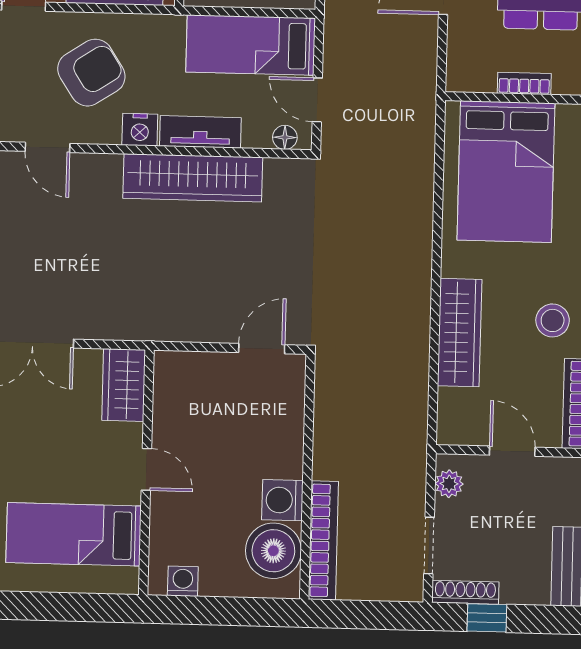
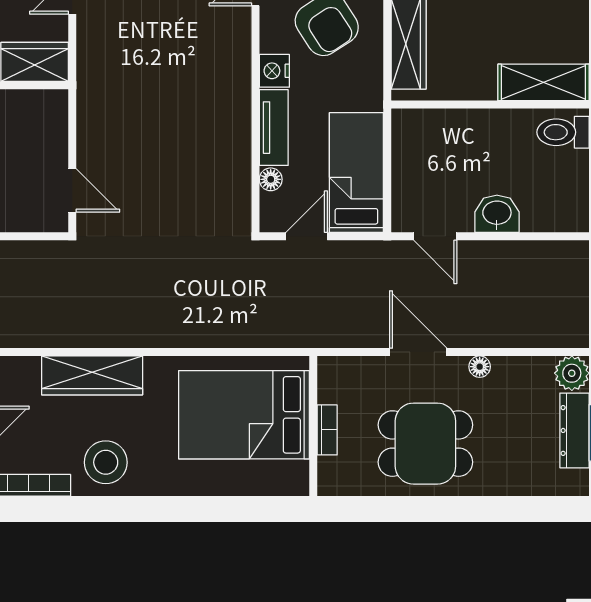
floor lamp: (285, 137) -> (271, 179), moved
wardrobe: (193, 178) -> (231, 122), removed
stool: (553, 320) -> (106, 462), width x1.38, depth x1.38

